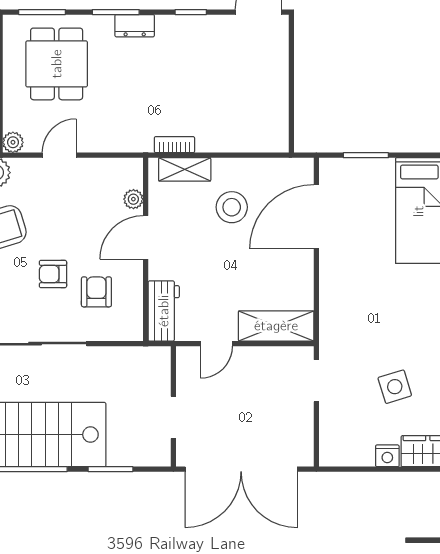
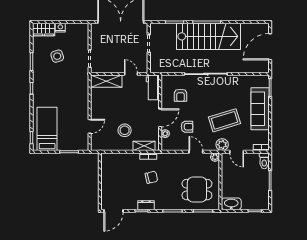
dresser: (135, 26) -> (146, 205), moved
dining table: (57, 64) -> (197, 190), turned 90
chair: (167, 93) -> (151, 177), added
door: (59, 155) -> (196, 152), swing flipped
door: (316, 217) -> (90, 126), width x0.53
armchair: (53, 274) -> (187, 127), moved
door: (216, 344) -> (131, 74), hinge flipped

